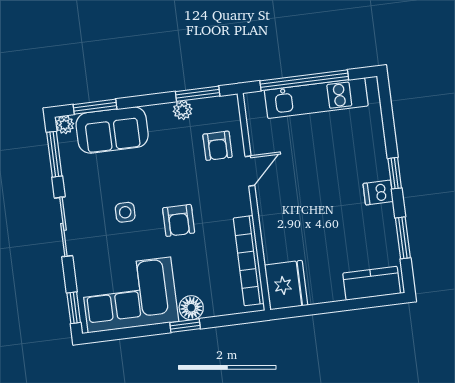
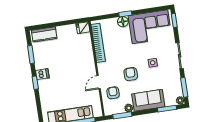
sofa: (112, 130) -> (148, 100), moved
armchair: (179, 220) -> (131, 74), moved
fridge: (286, 285) -> (83, 28), width x0.53, depth x0.75

